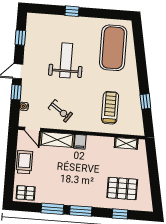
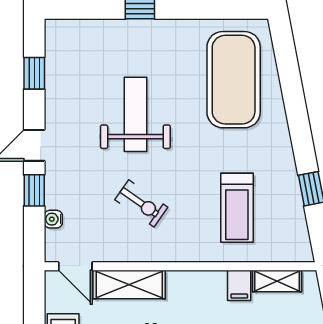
treadmill: (110, 108) -> (237, 208), turned 180
exercise bike: (60, 111) -> (141, 203), moved
filing cabinet: (80, 142) -> (239, 285), moved

